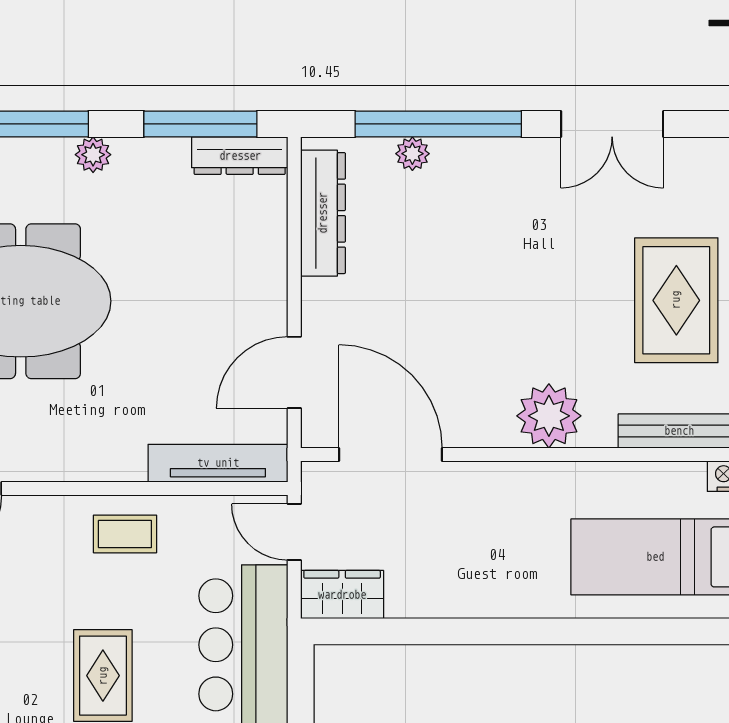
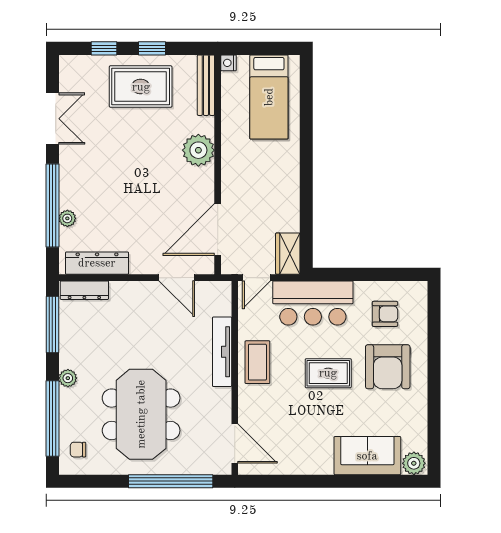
dresser: (240, 156) -> (84, 290), moved, turned 90
tv unit: (218, 463) -> (222, 352), moved
coffee table: (125, 534) -> (257, 362), width x1.36, depth x1.30

